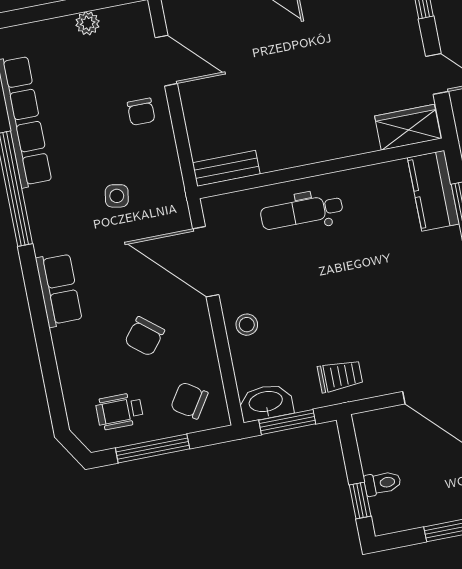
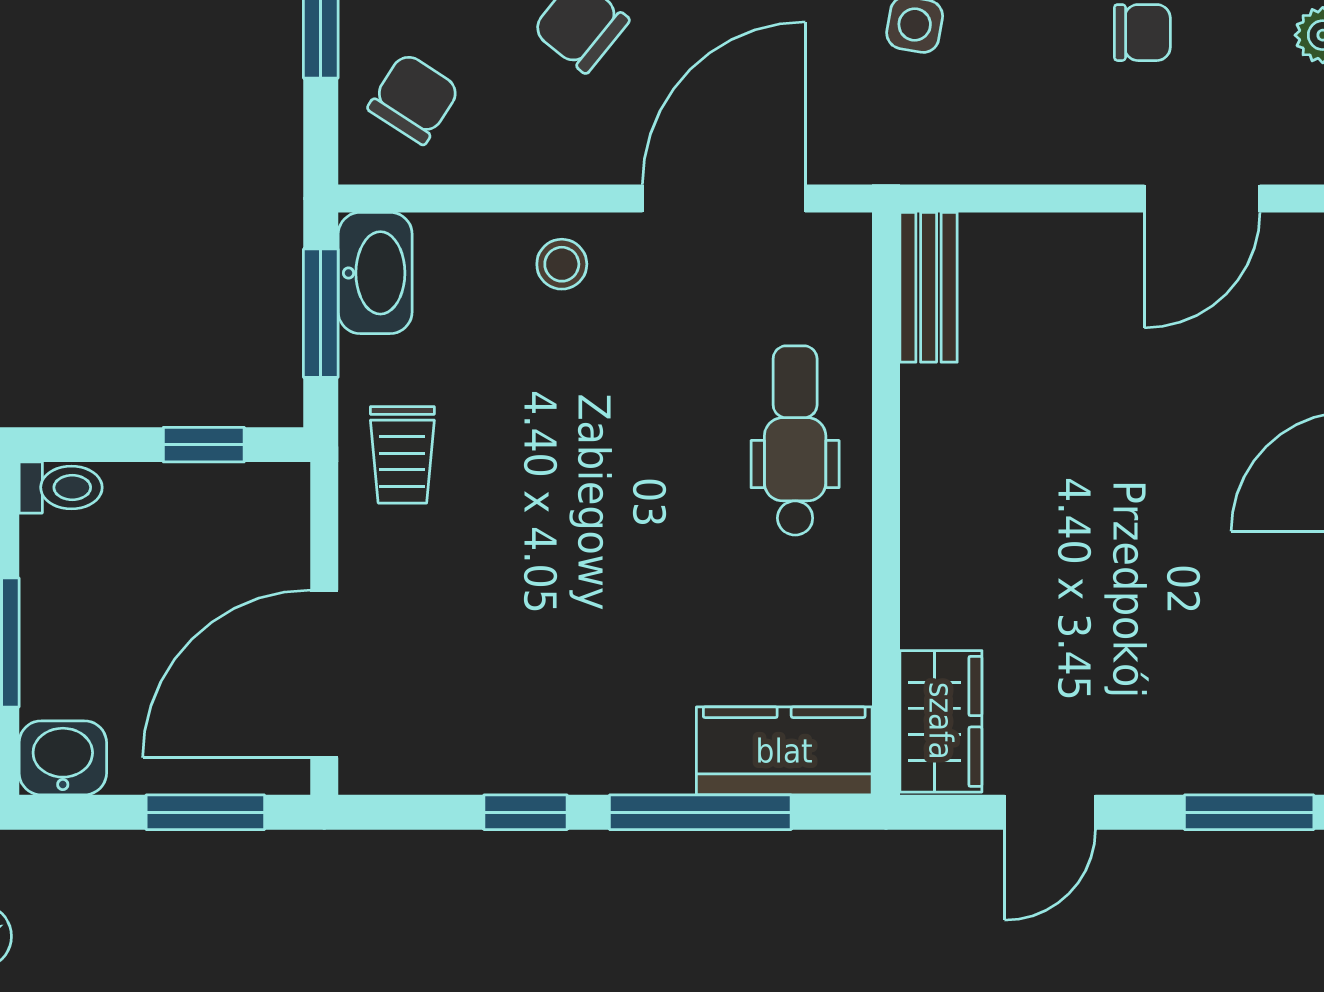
chair: (141, 112) -> (1142, 33), moved, turned 180
toilet: (382, 483) -> (61, 487), moved, turned -90
window: (360, 500) -> (204, 445), moved

